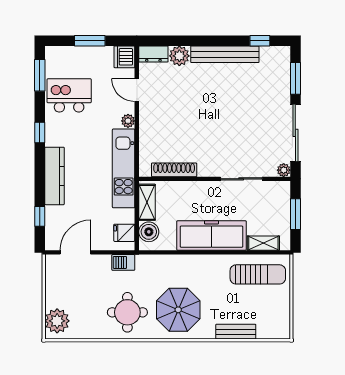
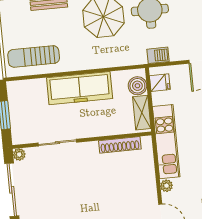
shelving: (263, 243) -> (31, 86), removed

